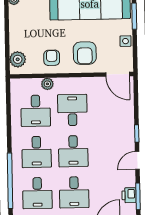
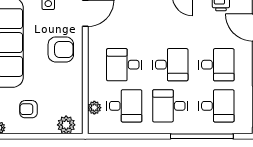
armchair: (52, 58) -> (29, 109), moved
plant: (47, 84) -> (94, 108), moved
desk: (37, 152) -> (170, 106), turned 180

